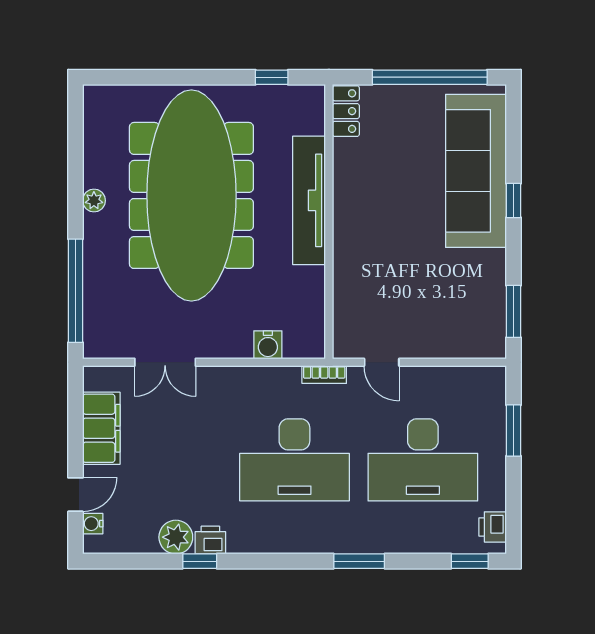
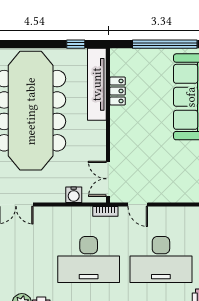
locker: (346, 111) -> (118, 91), moved
tv unit: (309, 200) -> (97, 84), moved
double door: (329, 316) -> (108, 179), added

